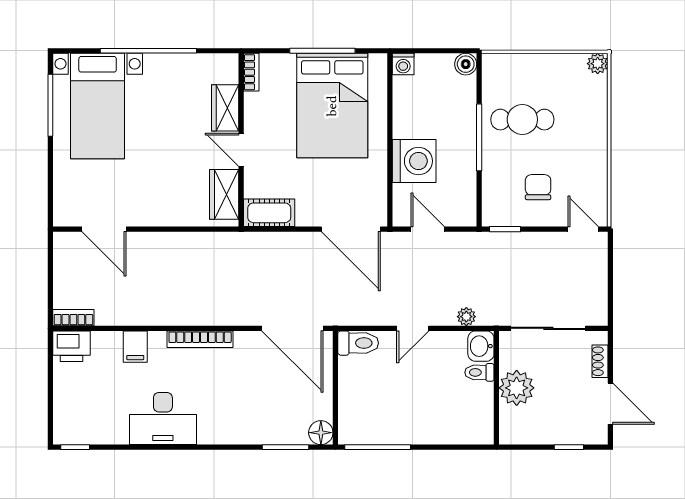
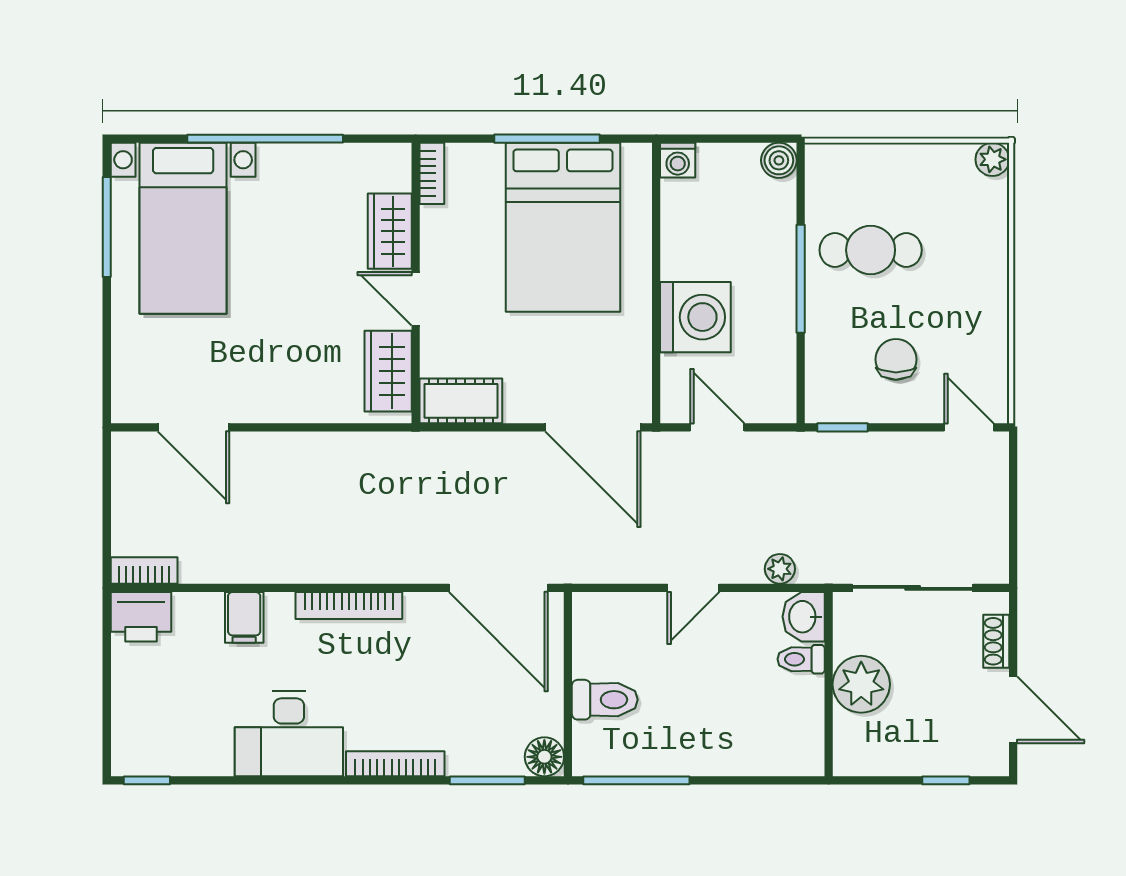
toilet: (358, 343) -> (605, 700), moved
bookcase: (229, 437) -> (395, 764), added

